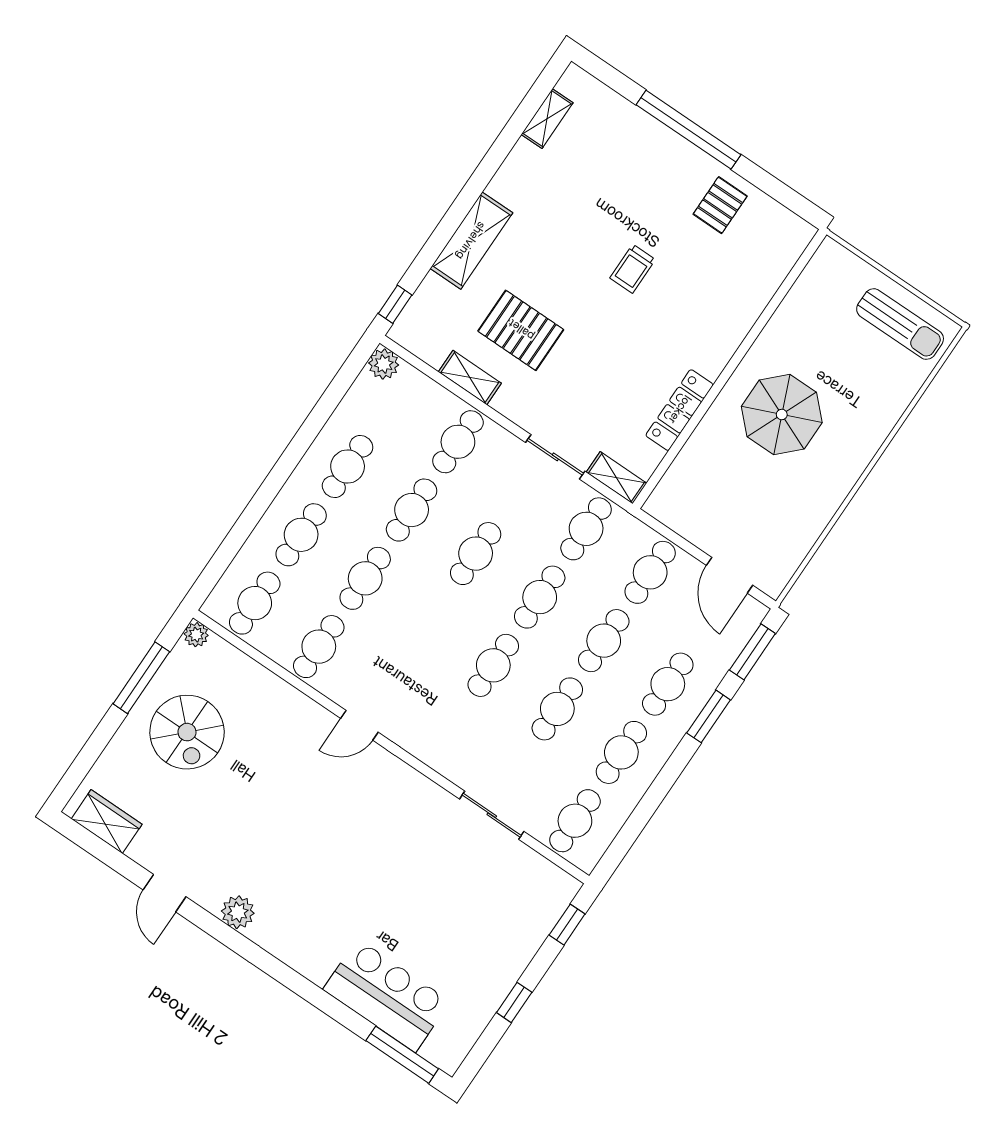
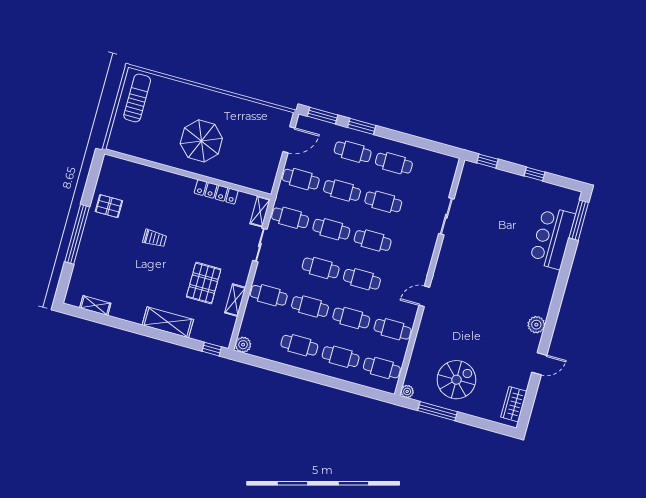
door: (359, 725) -> (424, 296), swing flipped
cafe table: (575, 821) -> (362, 279), moved

